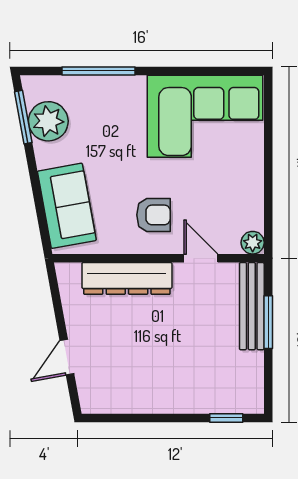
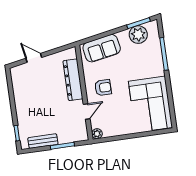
armchair: (153, 215) -> (103, 88), turned -90
bench: (252, 306) -> (43, 141), moved, width x0.73

